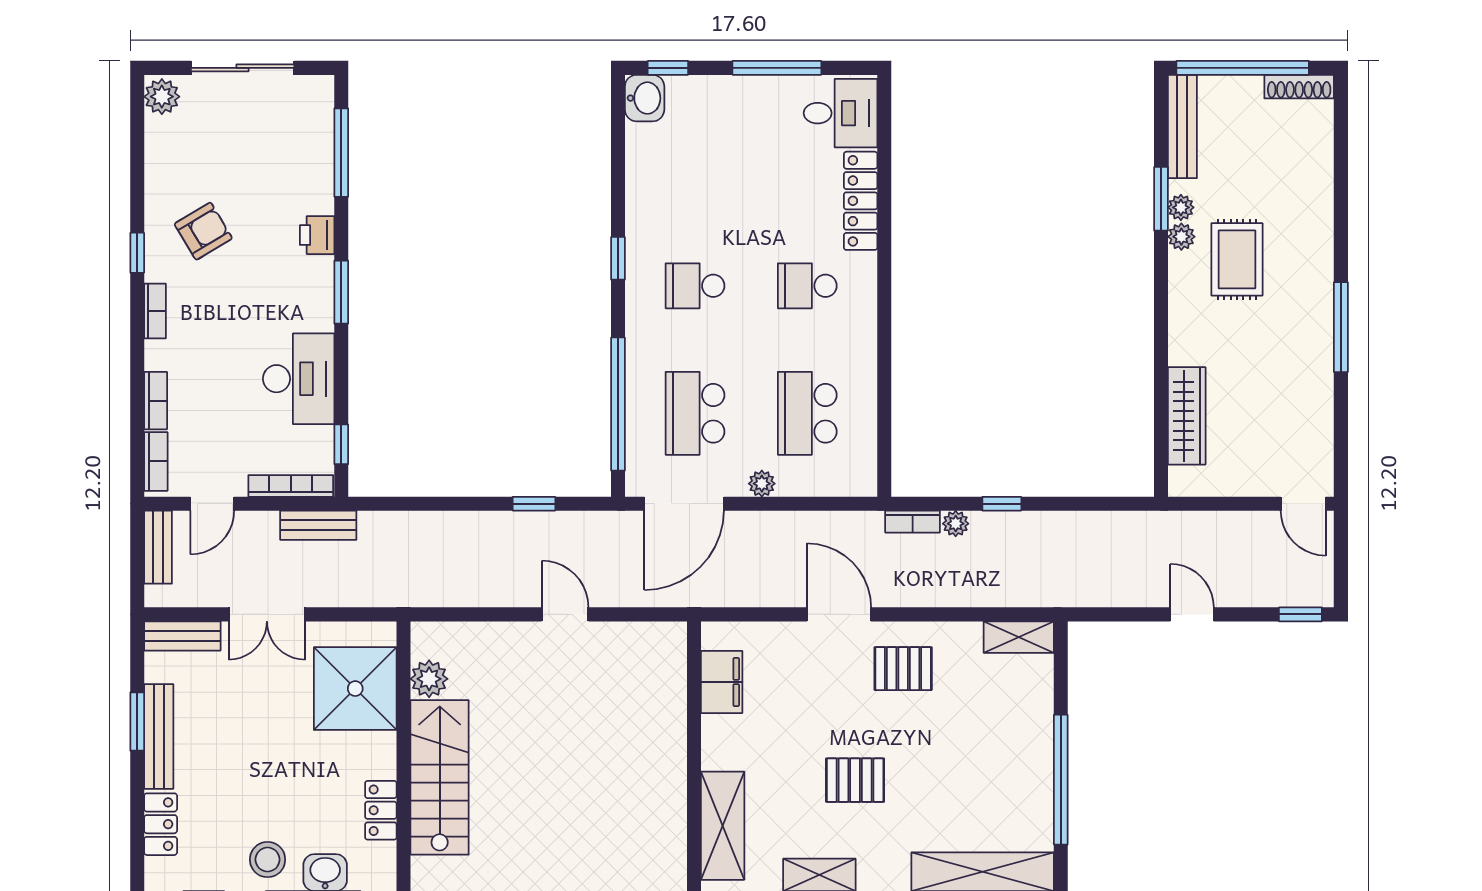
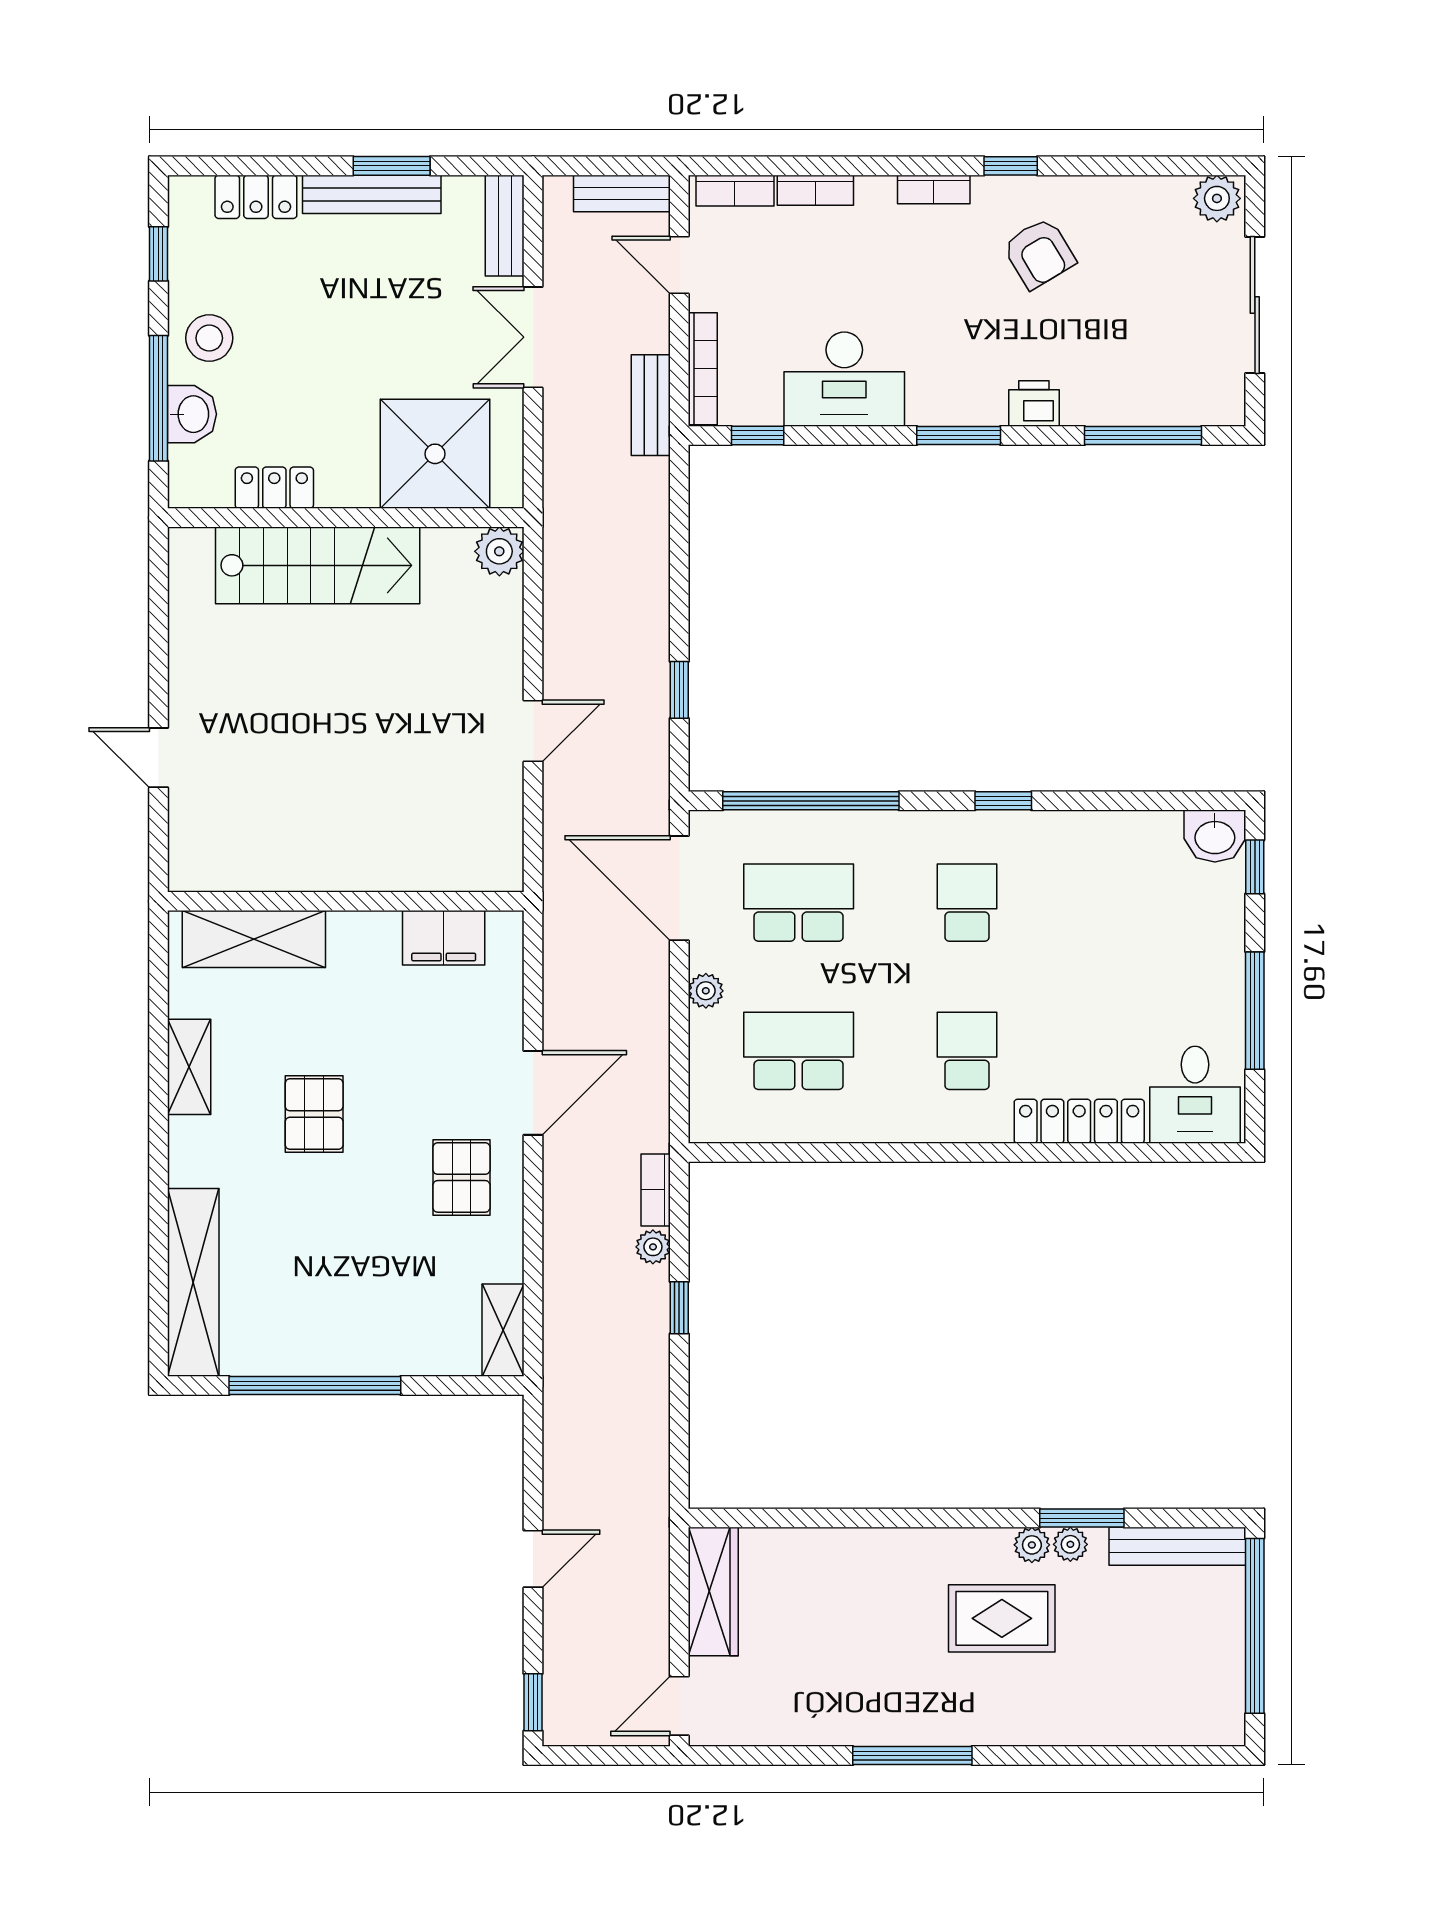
shoe rack: (1299, 87) -> (1230, 1700), removed
wardrobe: (1187, 416) -> (713, 1592), moved, turned -90
plant: (429, 679) -> (499, 551), moved

